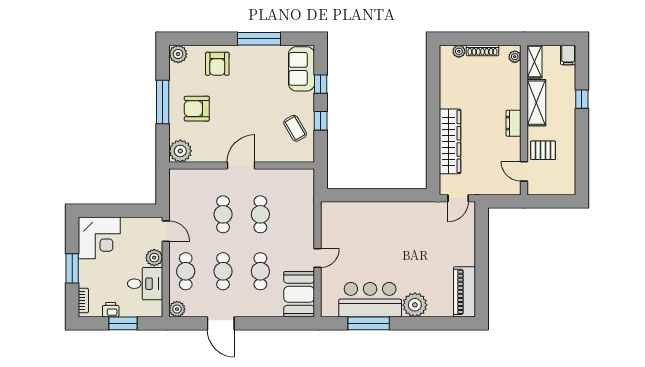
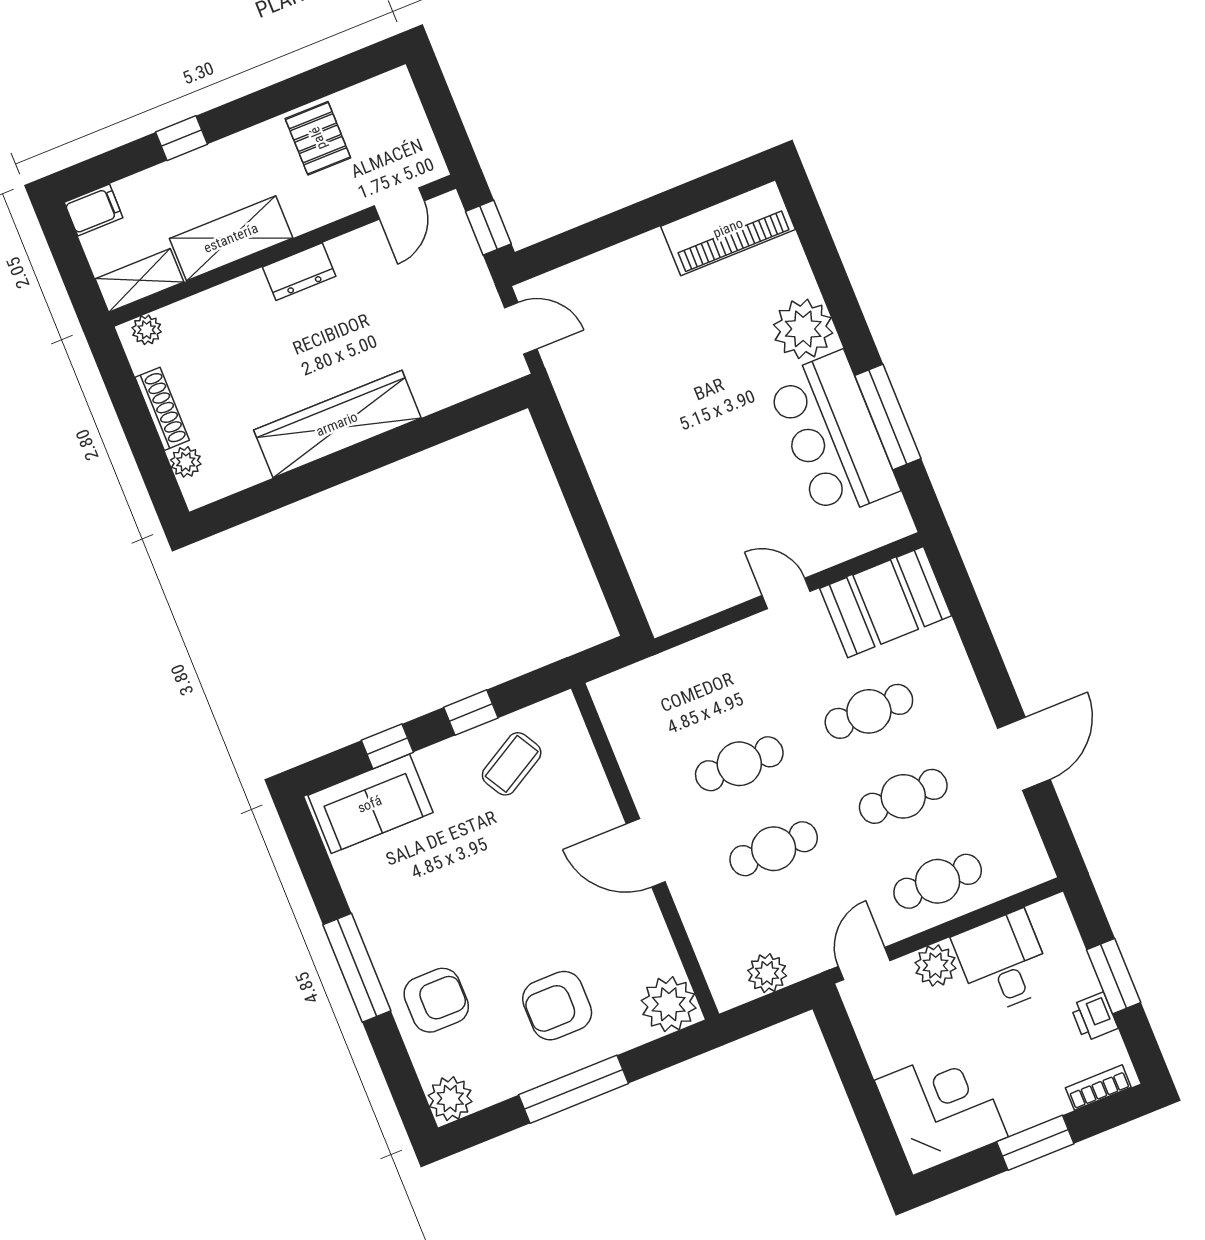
window: (259, 39) -> (357, 968), moved
armchair: (197, 109) -> (557, 1006), turned 90
wardrobe: (450, 141) -> (337, 424), moved
pallet: (543, 150) -> (318, 138), moved
window: (501, 201) -> (488, 228), added
plant: (177, 309) -> (767, 973), moved

